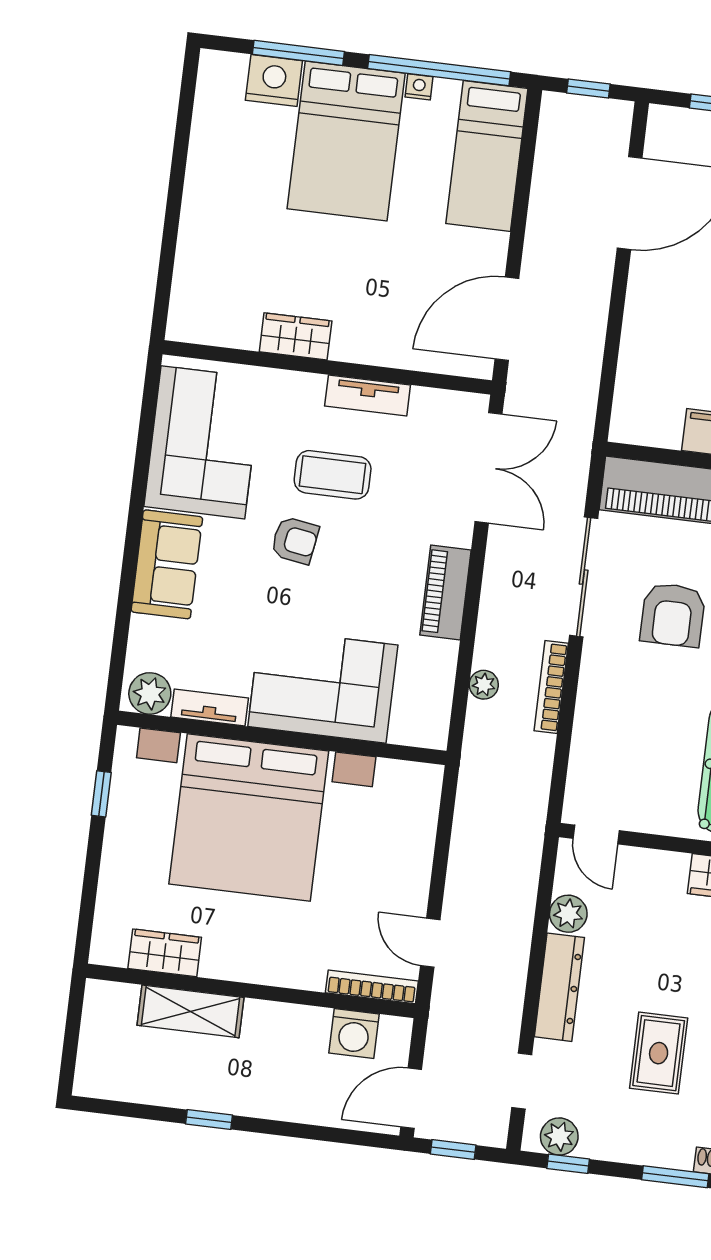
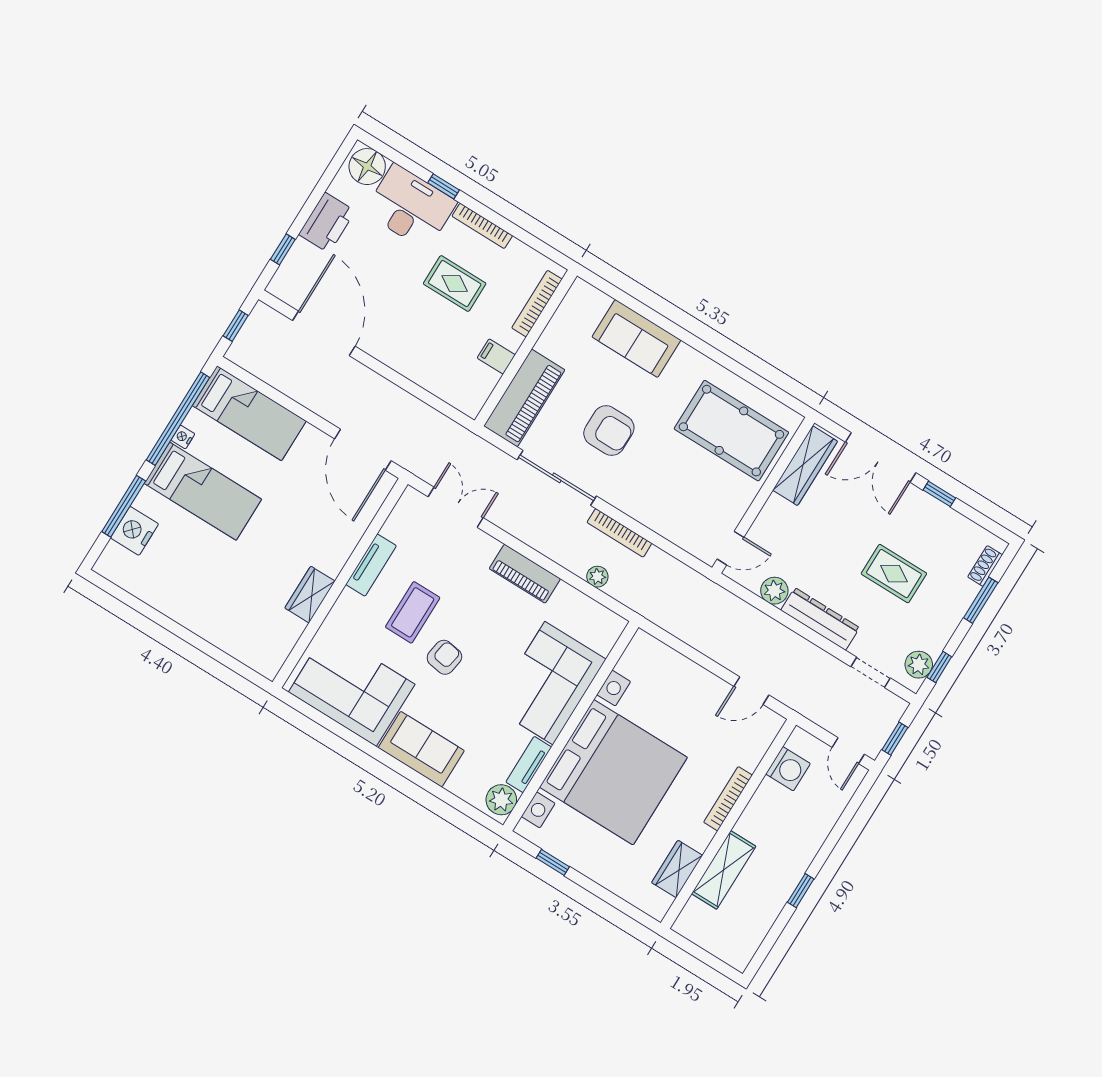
bed: (346, 141) -> (203, 491), width x0.67
double door: (489, 468) -> (456, 507), width x0.73
bookcase: (372, 987) -> (728, 799), moved
door: (411, 1098) -> (848, 751), width x0.73

